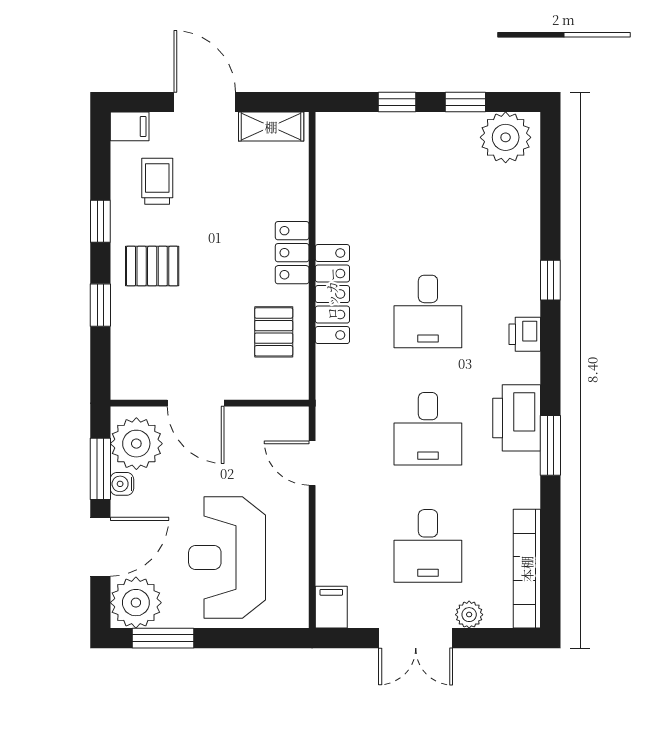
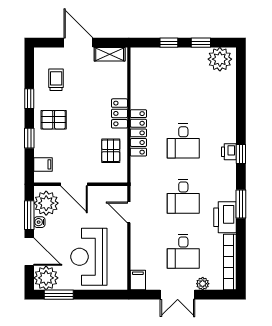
filing cabinet: (130, 126) -> (43, 164), moved
window: (550, 280) -> (241, 154), moved
printer: (517, 418) -> (225, 217), moved
door: (100, 547) -> (29, 252), hinge flipped

